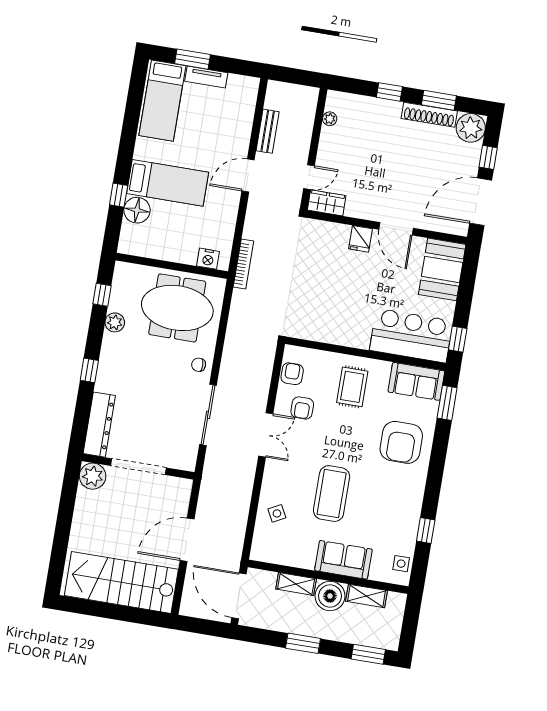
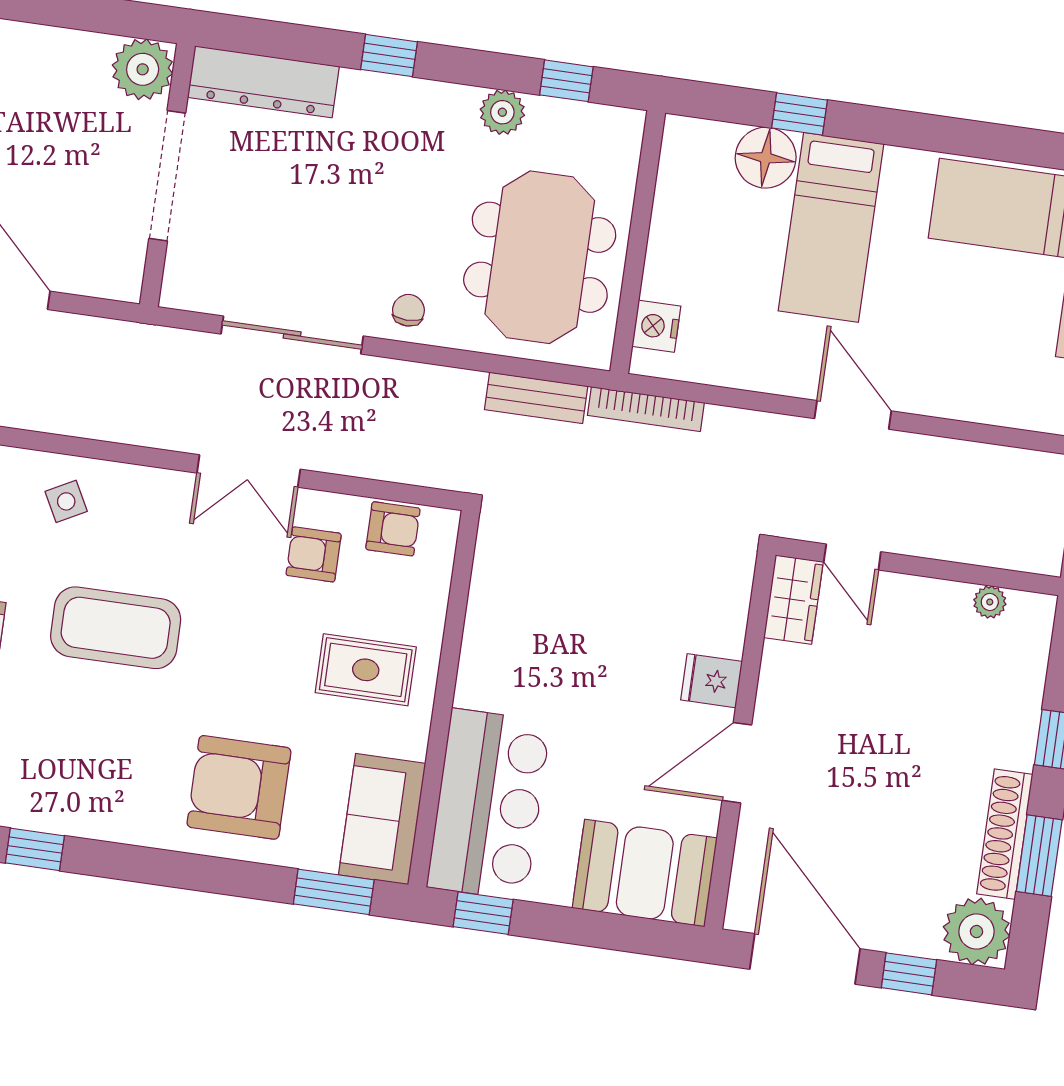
bench: (268, 131) -> (536, 398), moved

